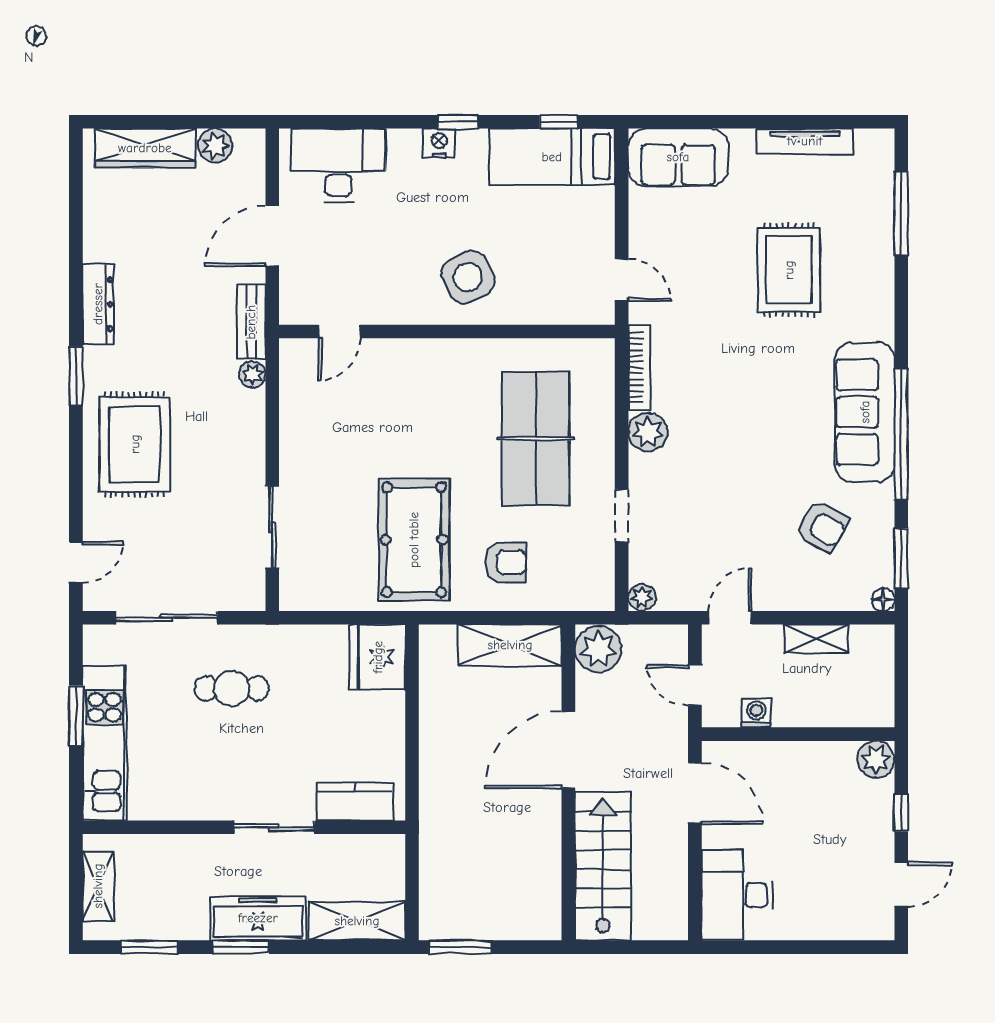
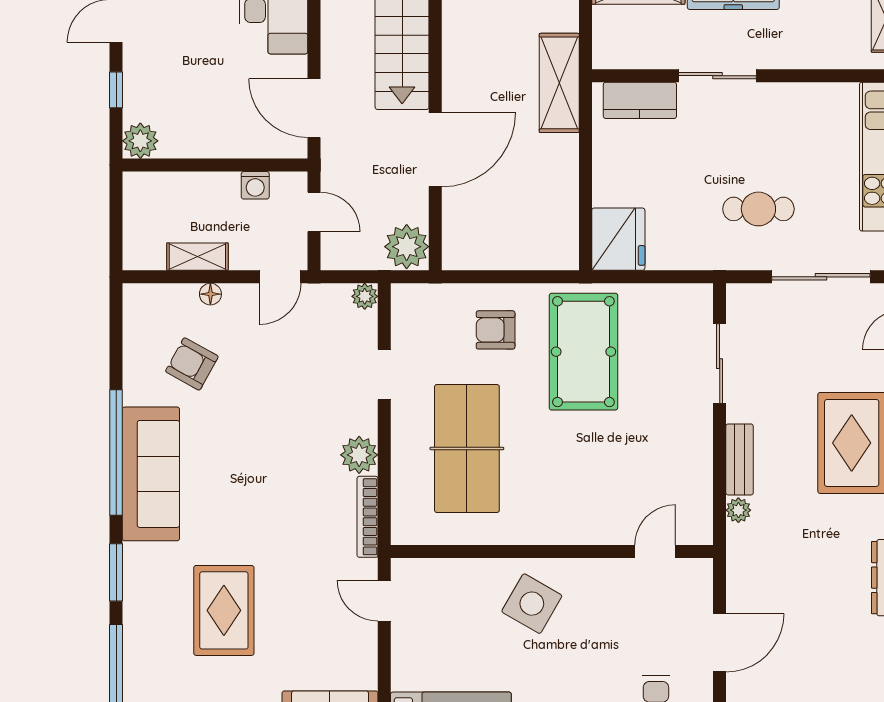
side table: (468, 277) -> (532, 604), turned -33
bench: (251, 322) -> (740, 459), moved
window: (901, 559) -> (116, 572), moved
floor lamp: (883, 600) -> (210, 294), moved
shelving: (510, 645) -> (559, 83), moved, turned 90

